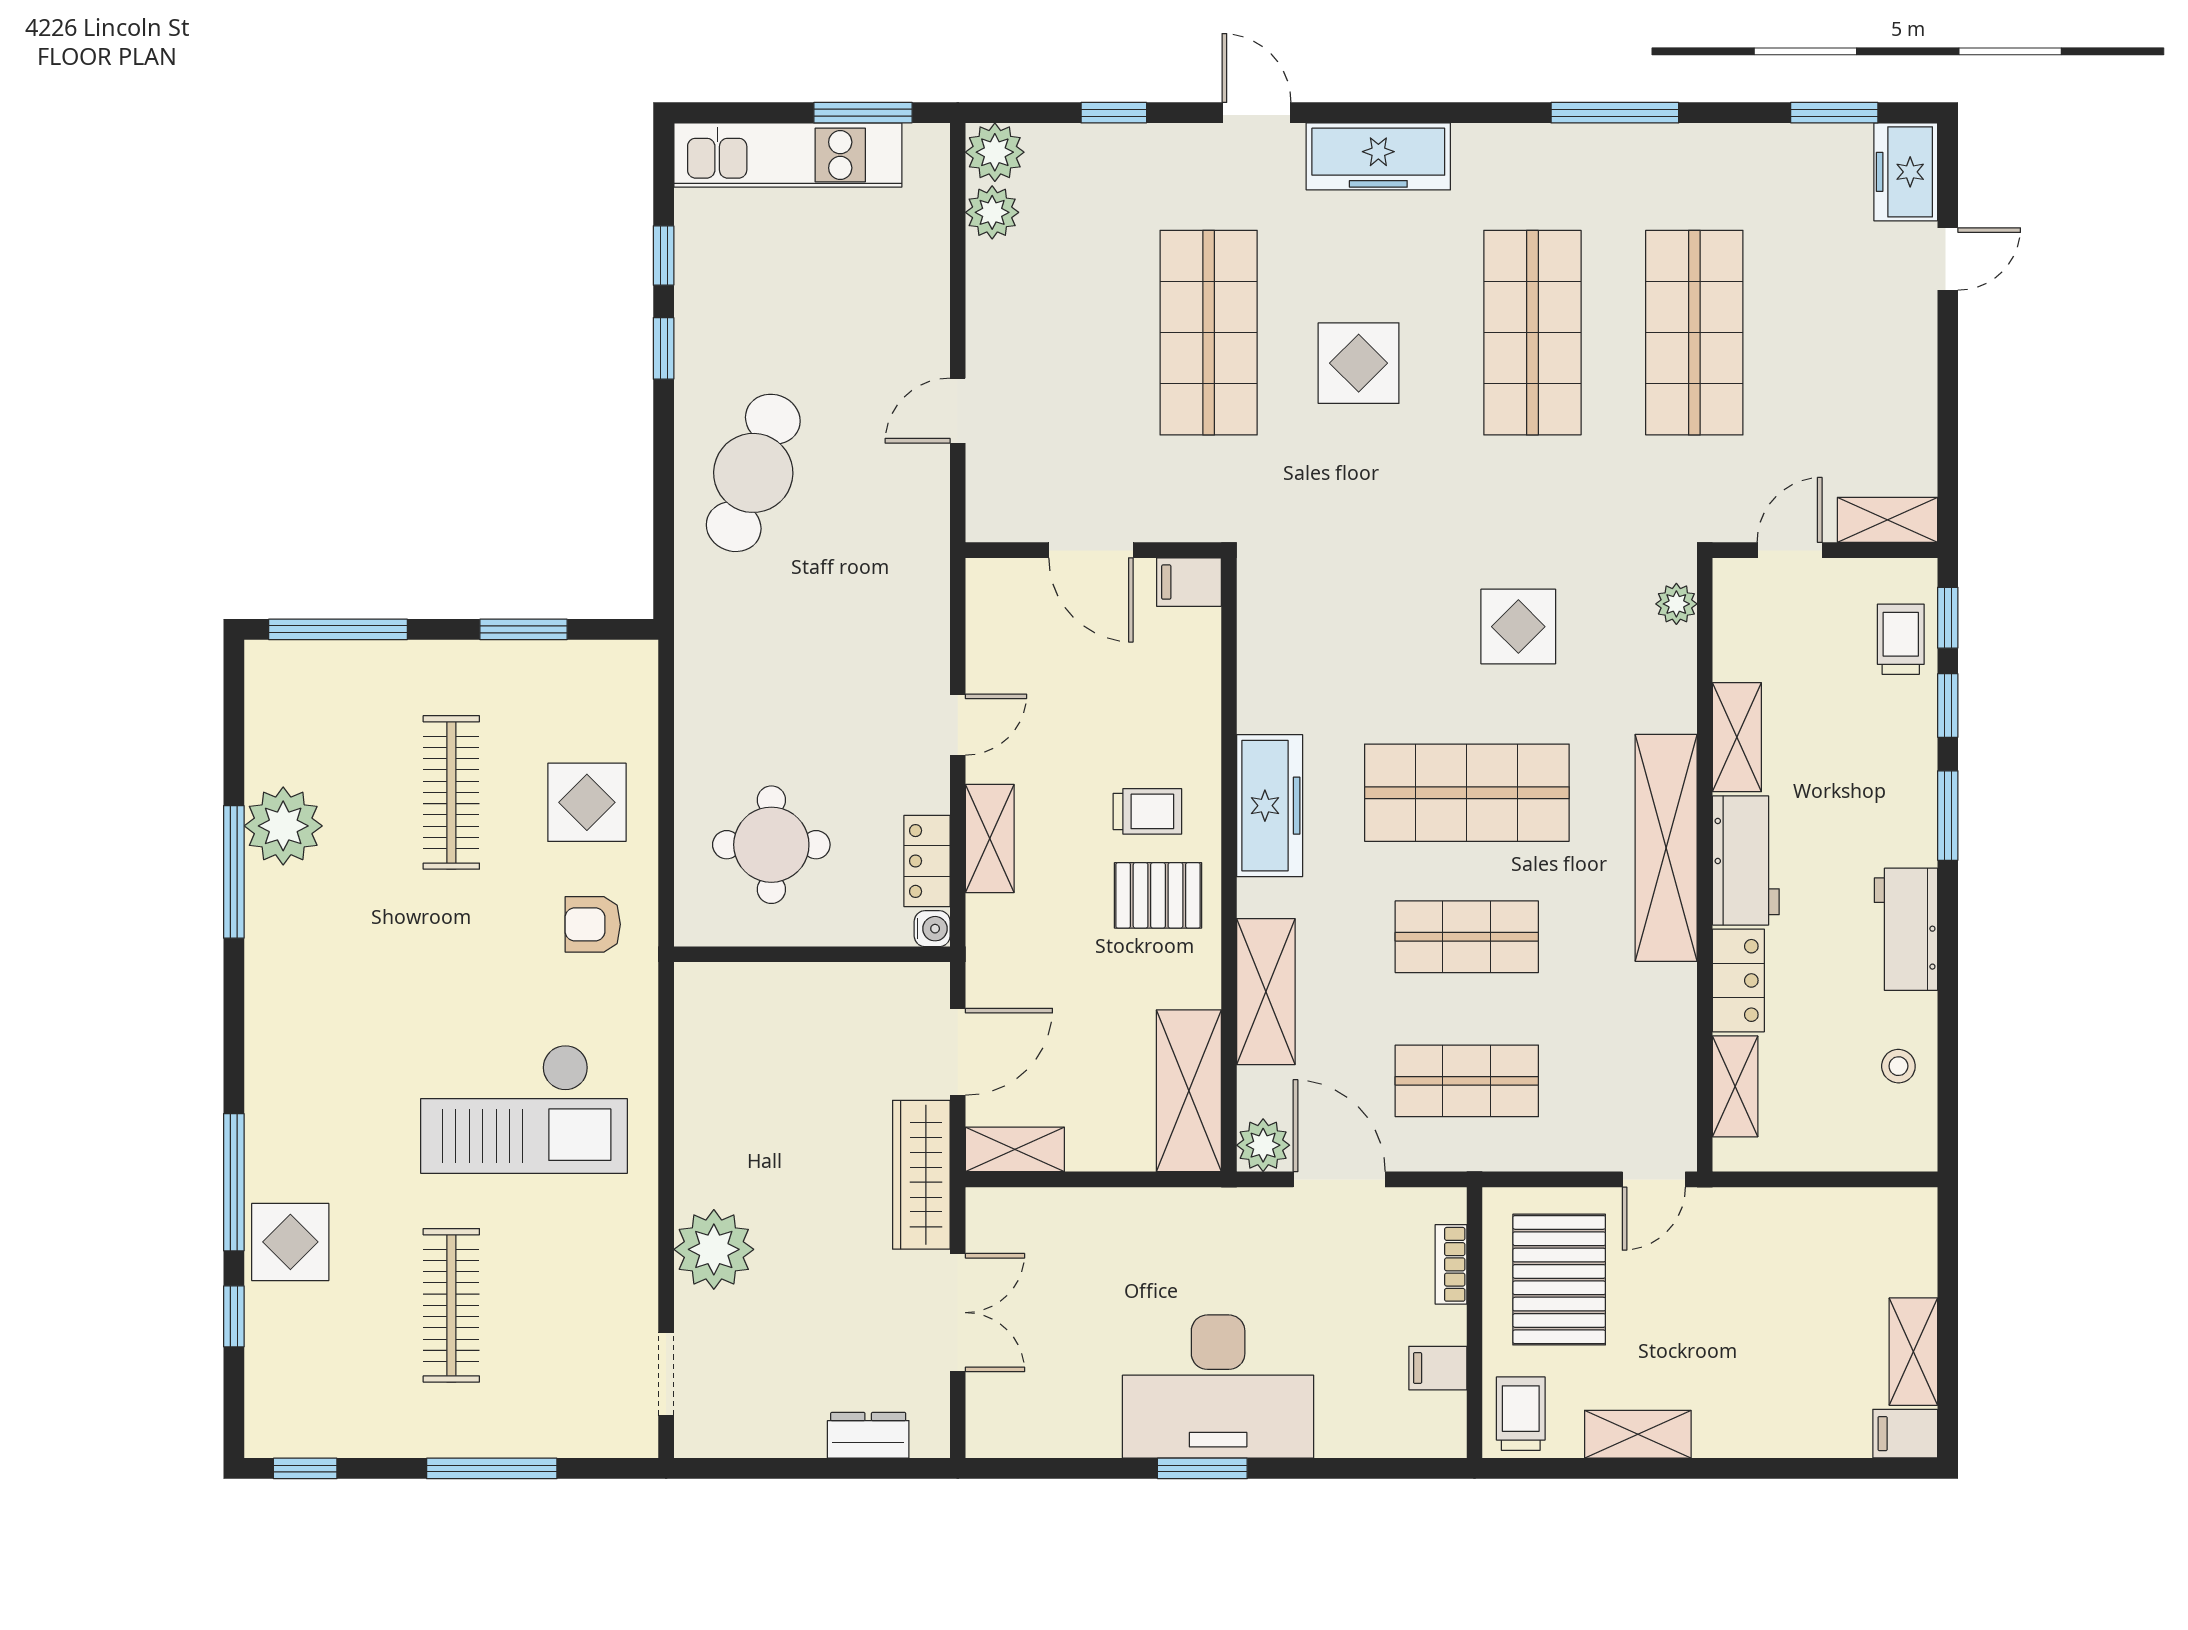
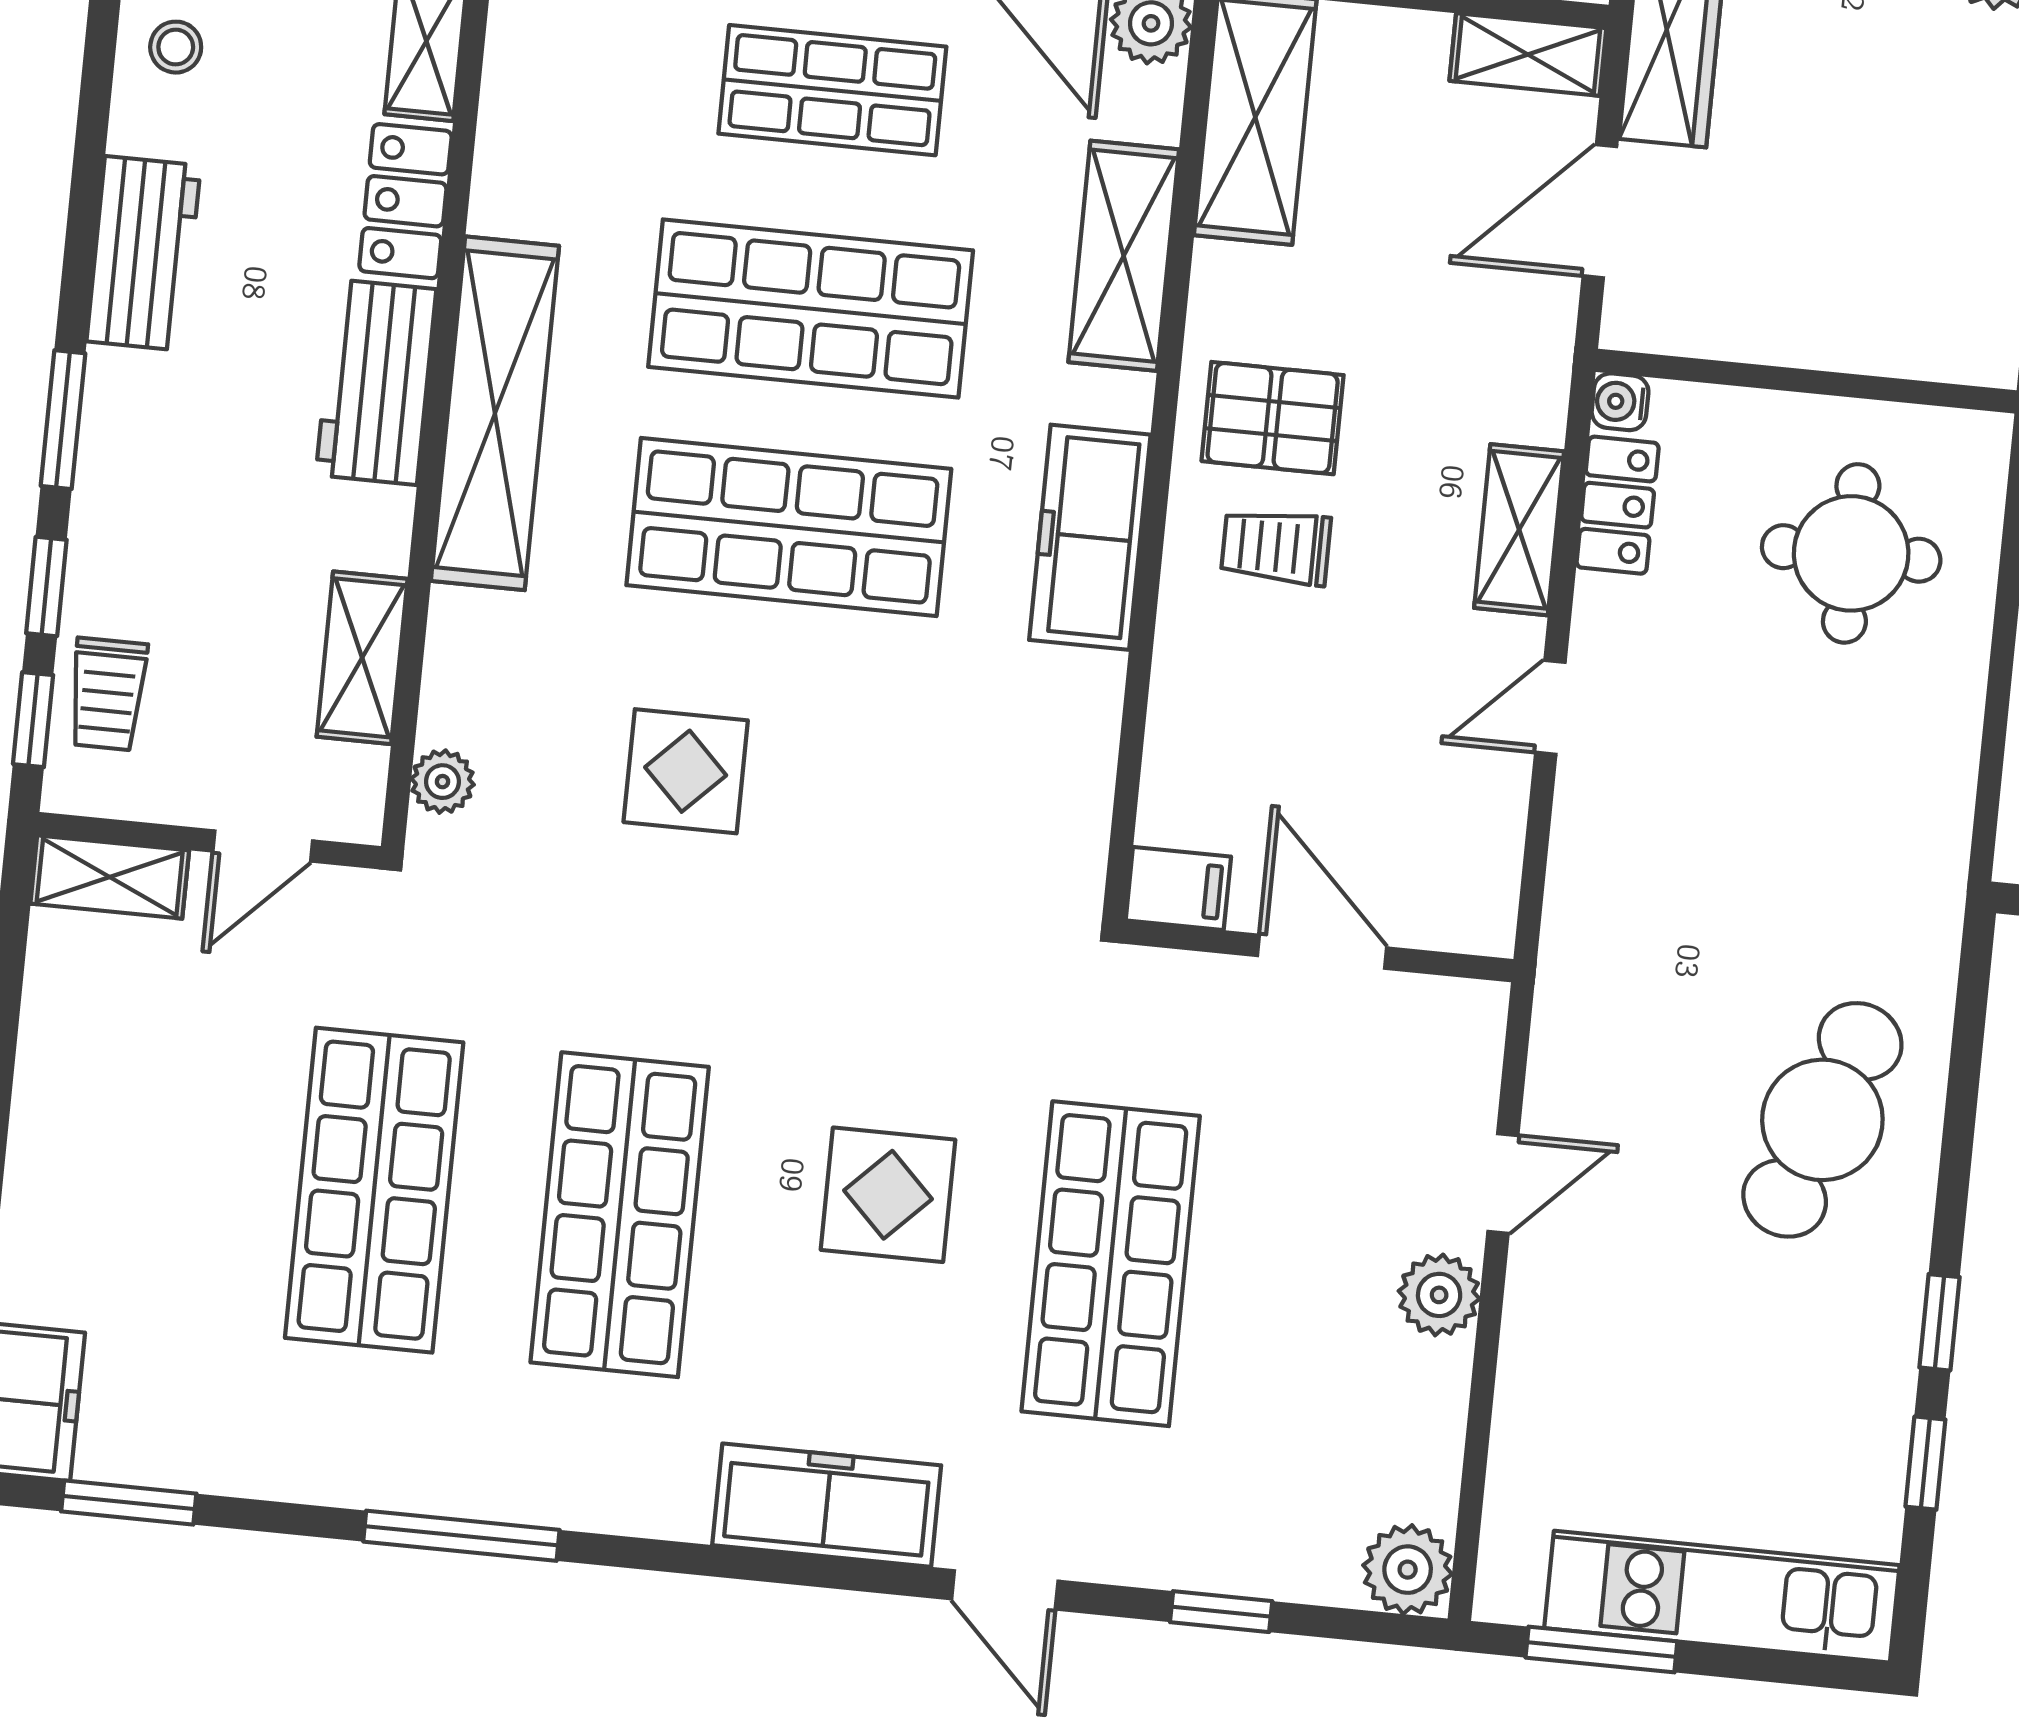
plant: (992, 212) -> (1439, 1295), moved
shelving: (1737, 737) -> (362, 658), moved
shop shelf: (1467, 937) -> (811, 309), width x1.43, depth x1.36

